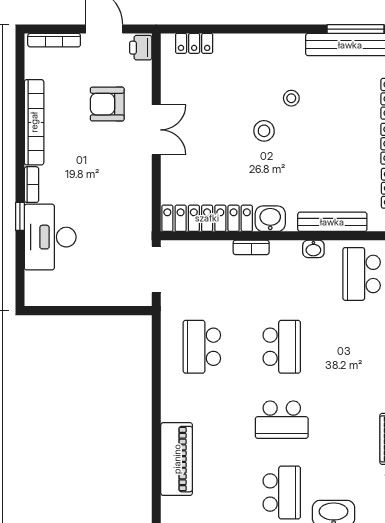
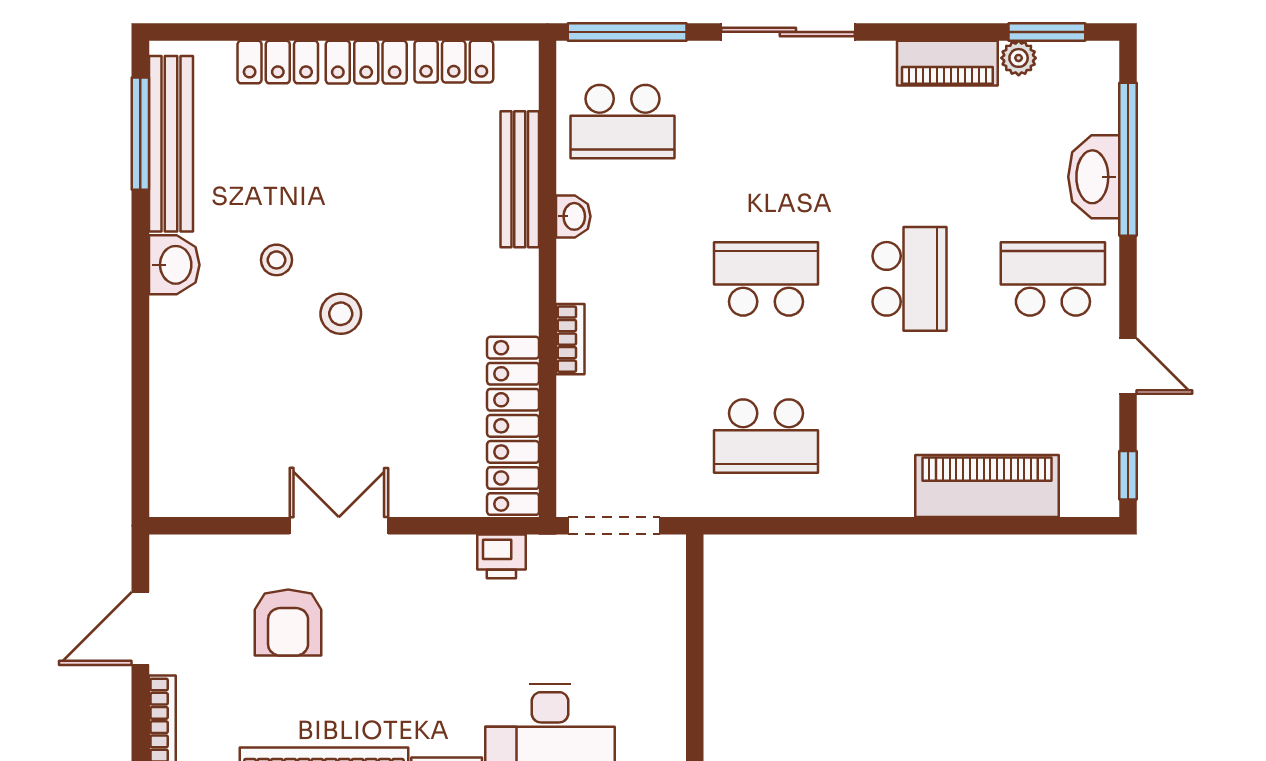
locker: (194, 43) -> (169, 451), removed
printer: (141, 48) -> (501, 556), moved
washbasin: (270, 219) -> (174, 265), moved, turned 180

